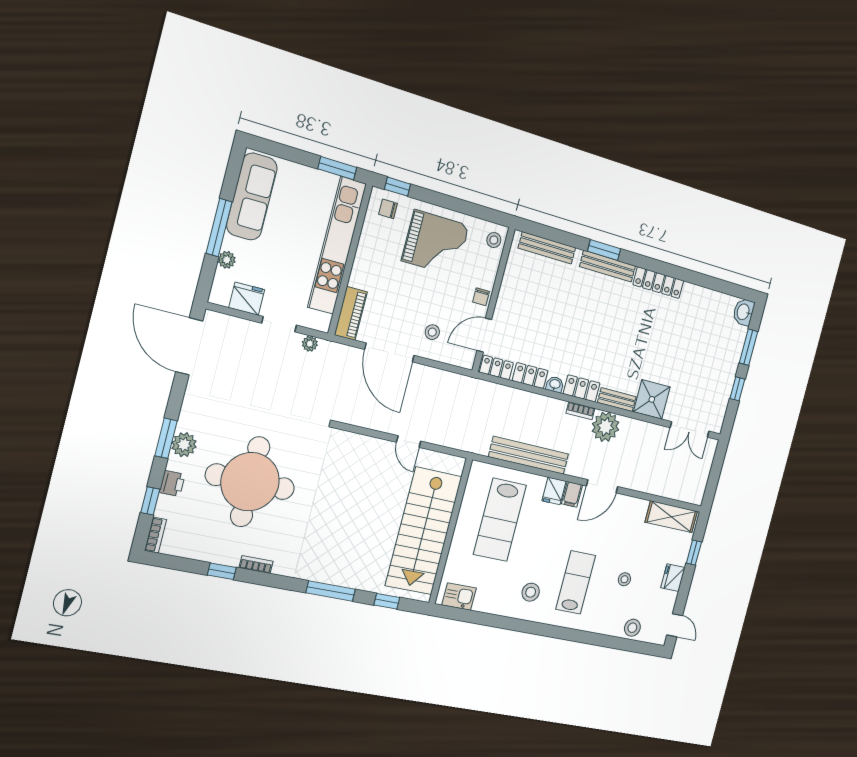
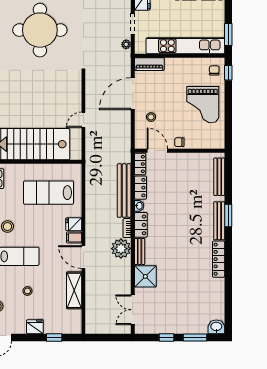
stool: (494, 240) -> (215, 141), removed
bench: (529, 455) -> (124, 191), moved
shelving: (671, 517) -> (74, 290), moved

